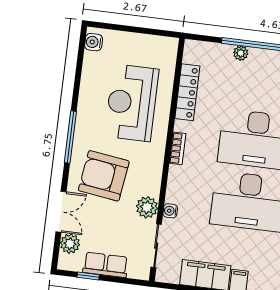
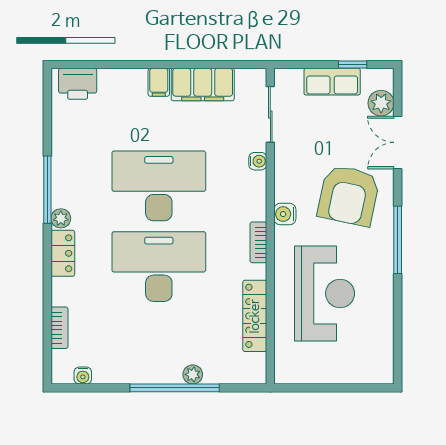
water cooler: (94, 42) -> (285, 214), moved, turned 180
armchair: (104, 176) -> (349, 195), turned 94
plant: (147, 207) -> (288, 162), removed

